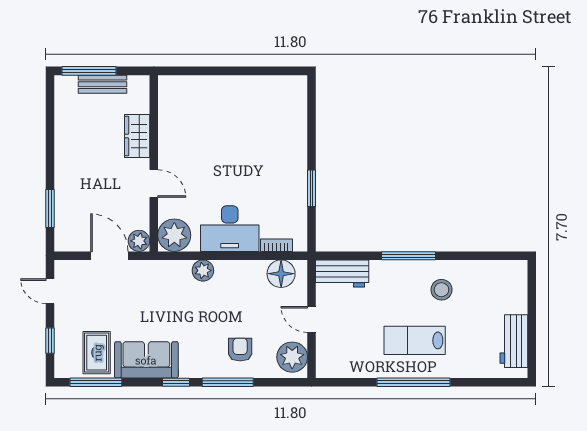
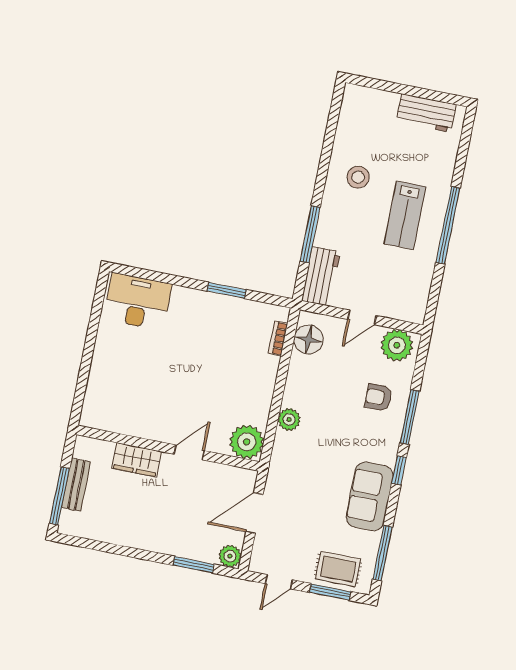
desk: (230, 229) -> (138, 302), moved, turned -90
plant: (139, 241) -> (230, 556), moved
window: (409, 256) -> (310, 234), moved
window: (50, 341) -> (330, 592), width x1.50
rug: (97, 353) -> (338, 569), moved

